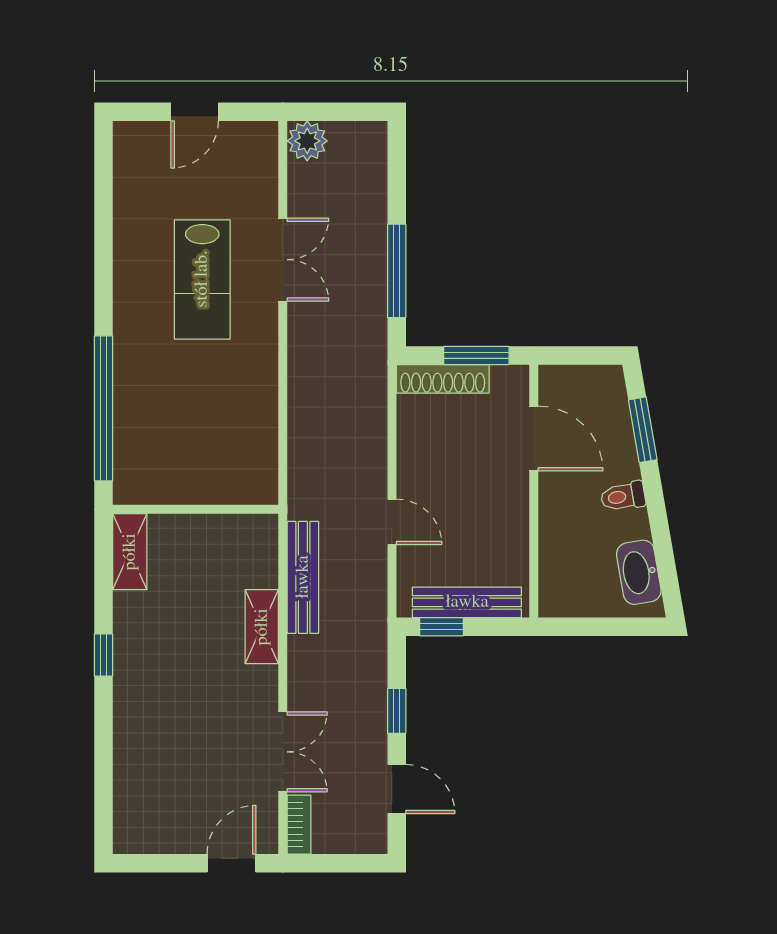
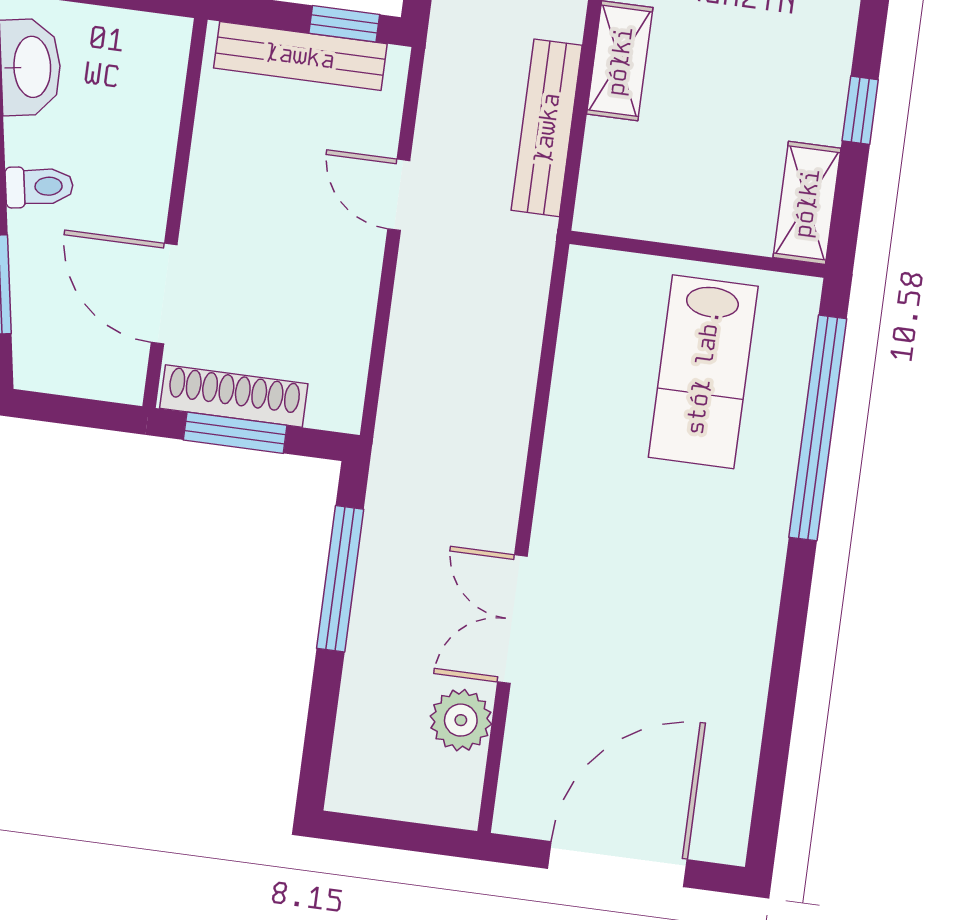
door: (195, 112) -> (617, 864), width x1.87
plant: (307, 141) -> (461, 720), moved
lab bench: (202, 279) -> (703, 372), moved, turned 180
shoe rack: (443, 379) -> (234, 396), moved
window: (104, 655) -> (860, 110), moved

